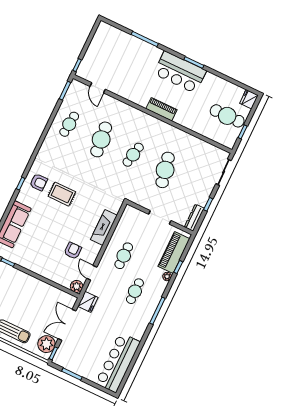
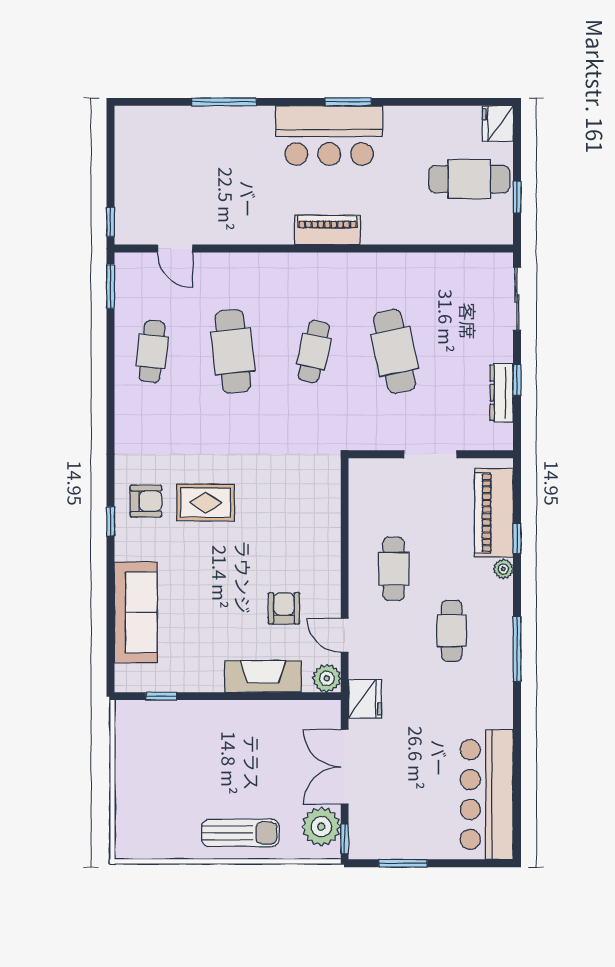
dresser: (194, 218) -> (502, 393), moved
fireplace: (104, 227) -> (263, 676), moved, turned 90

